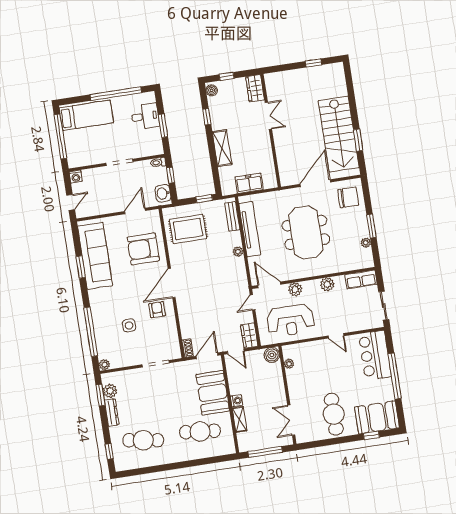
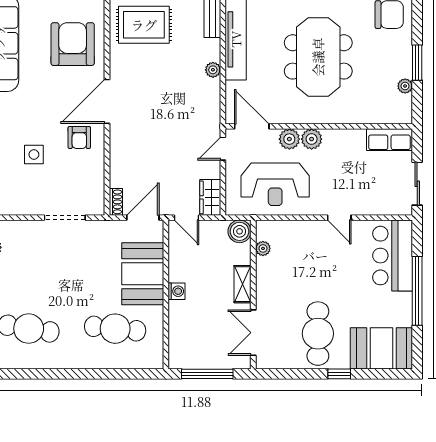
armchair: (143, 249) -> (73, 44), turned 90
plant: (327, 284) -> (312, 139), moved
armchair: (157, 310) -> (79, 137), turned 180
shelving: (240, 419) -> (243, 284), moved
window: (371, 435) -> (339, 374), moved

